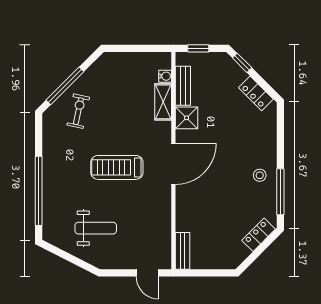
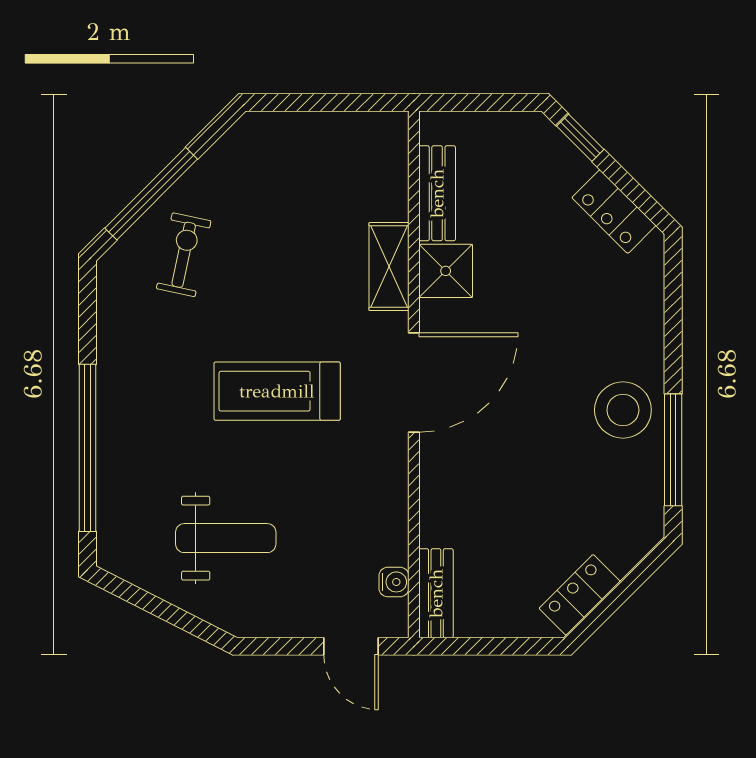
window: (198, 48) -> (474, 103), removed
water cooler: (165, 76) -> (394, 582), moved
shelving: (163, 102) -> (389, 267), moved
stool: (260, 175) -> (623, 410), width x1.89, depth x1.89
locker: (259, 235) -> (580, 595), moved

